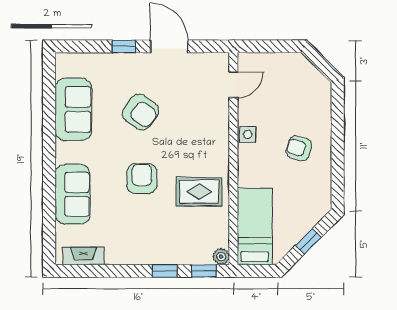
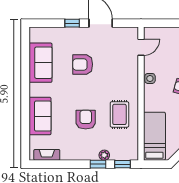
armchair: (140, 112) -> (83, 64), turned 144
armchair: (142, 179) -> (86, 120), moved
rug: (199, 192) -> (119, 114), turned 90
plant: (221, 257) -> (104, 155), moved

